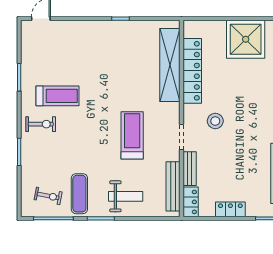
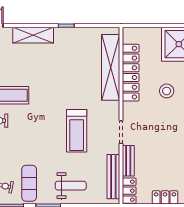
shelving: (84, 29) -> (33, 35), added
stool: (215, 121) -> (167, 91), moved
treadmill: (132, 135) -> (77, 131), turned 180

